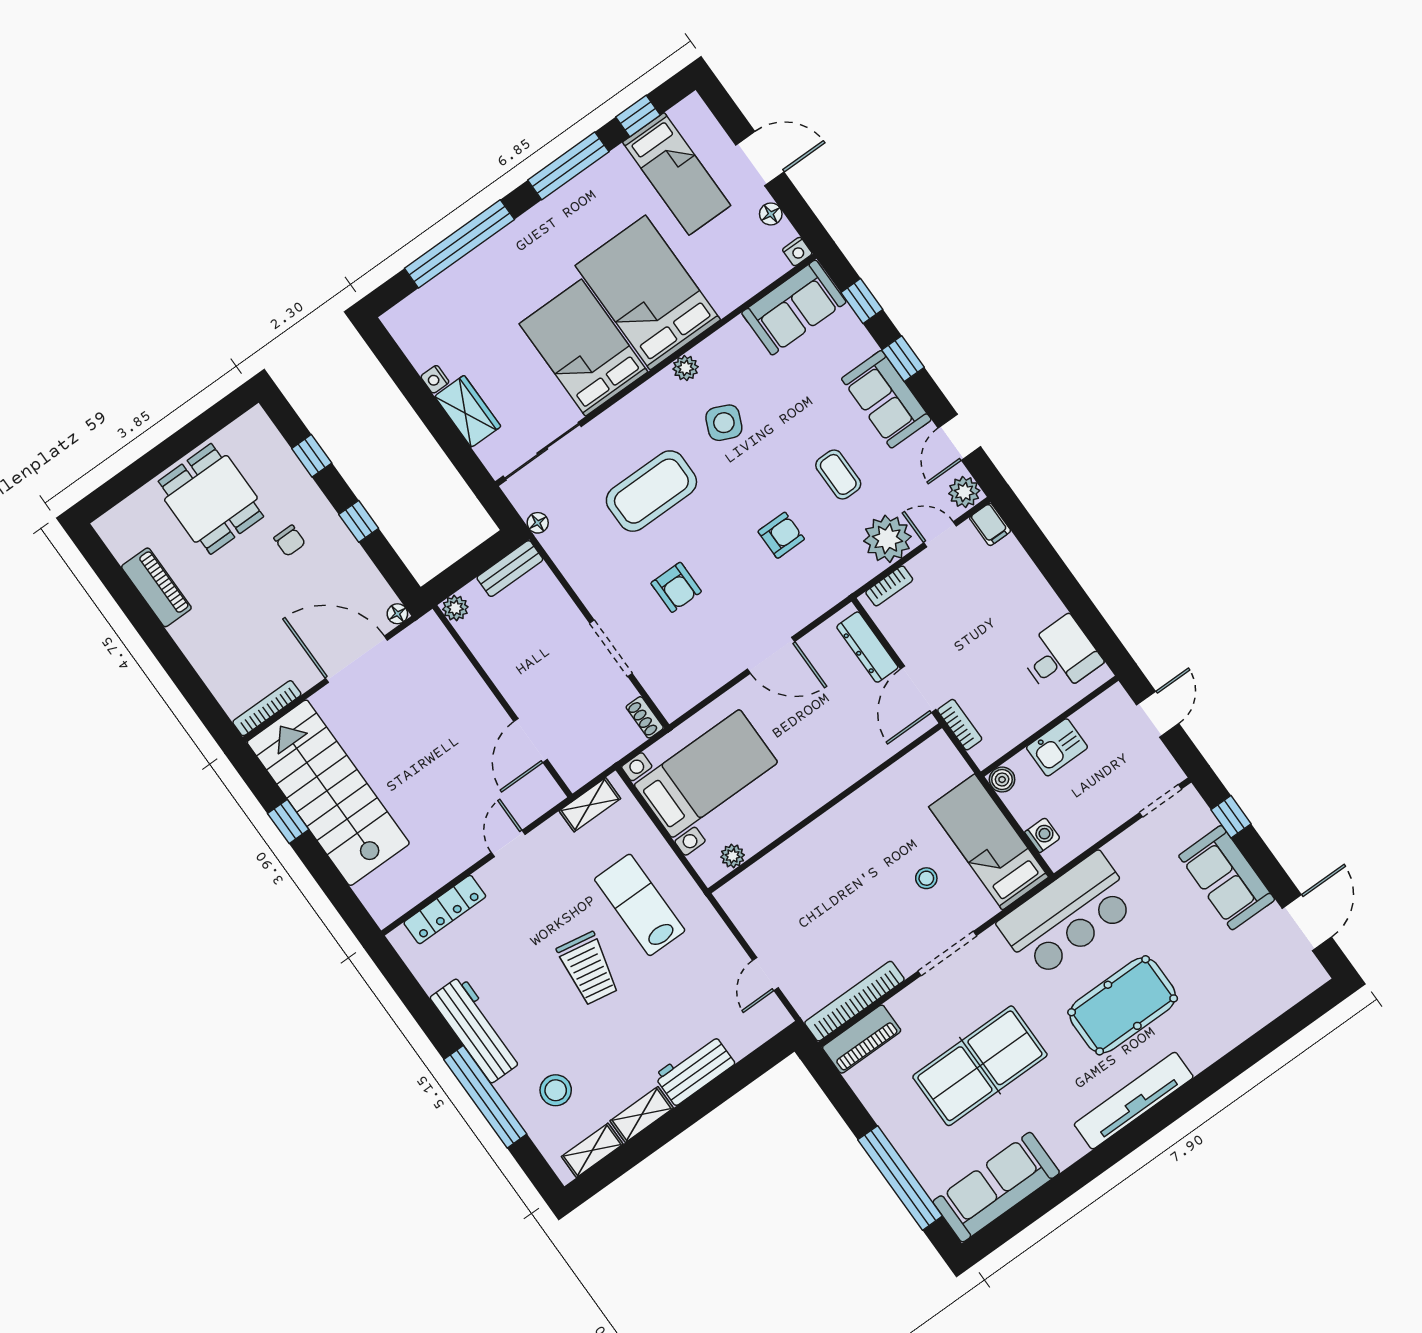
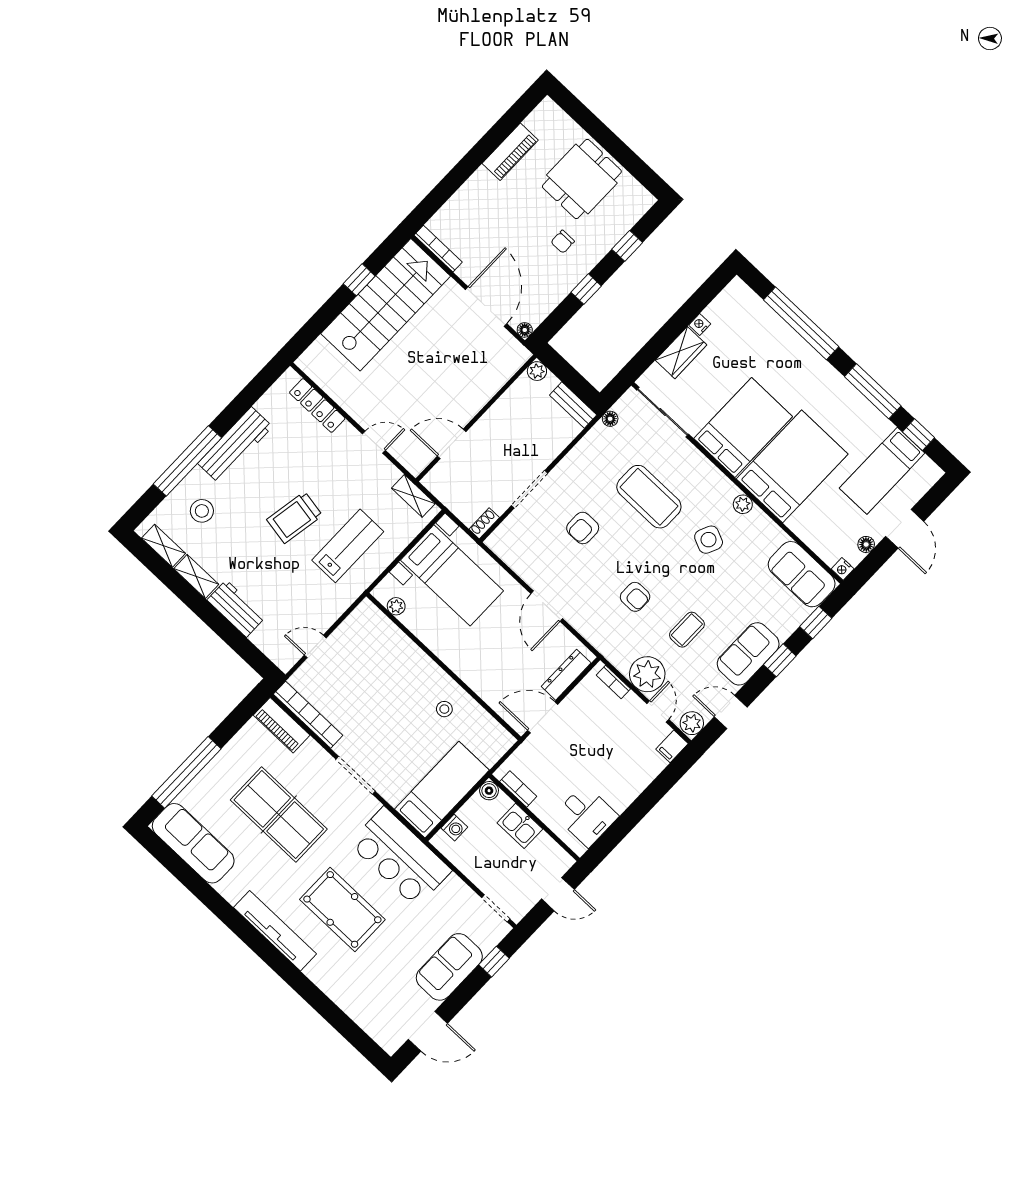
bookcase: (960, 725) -> (518, 789), moved, turned -90
stool: (926, 878) -> (444, 709), moved

